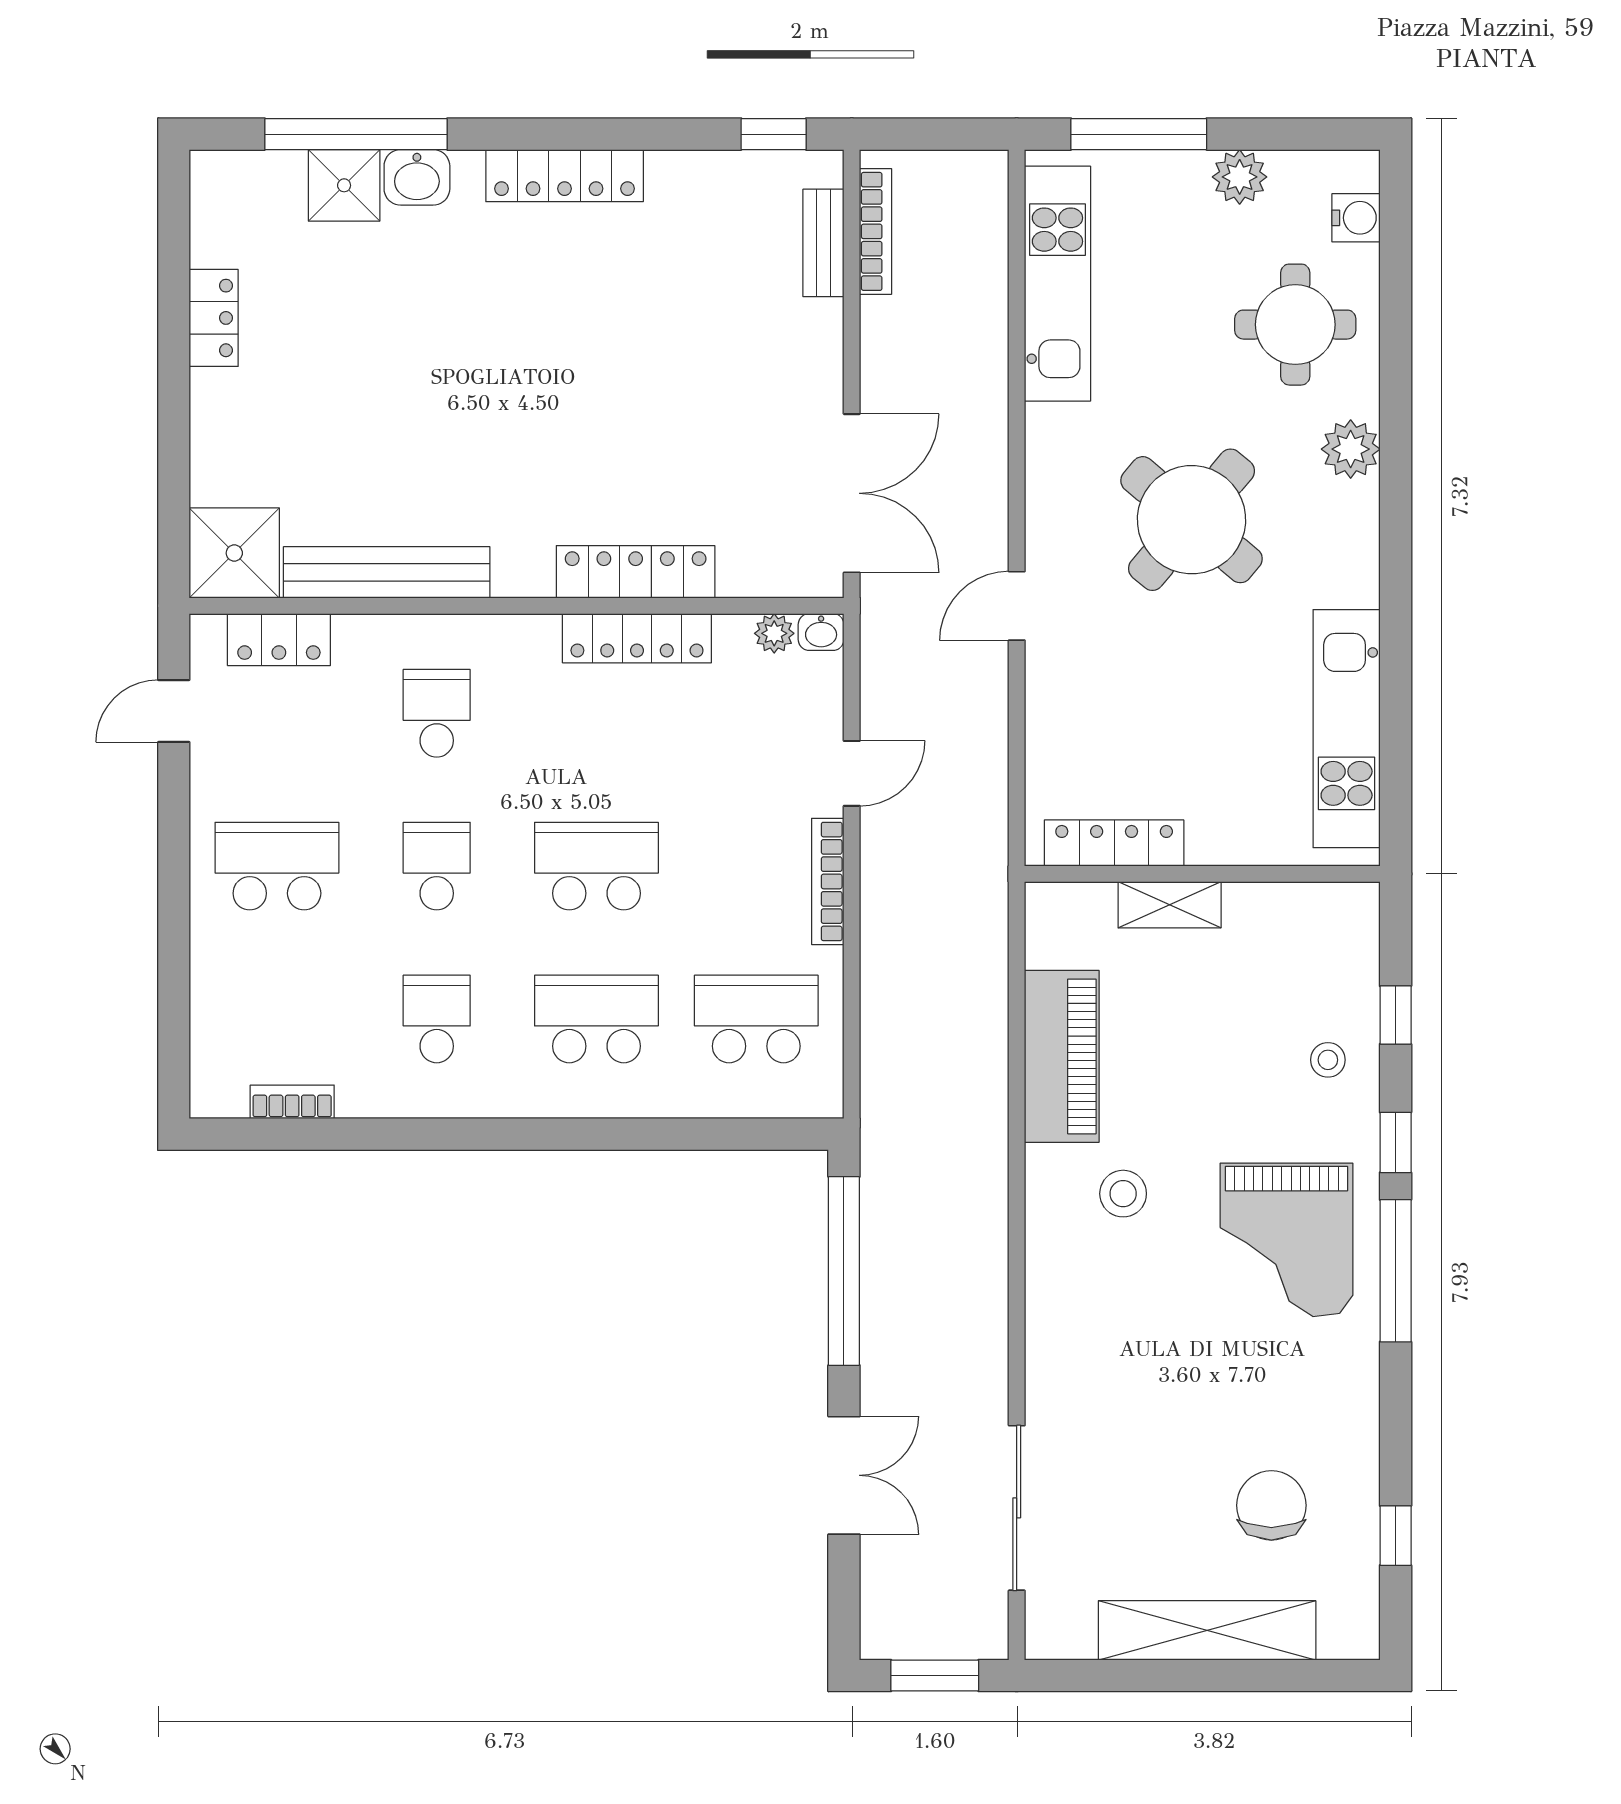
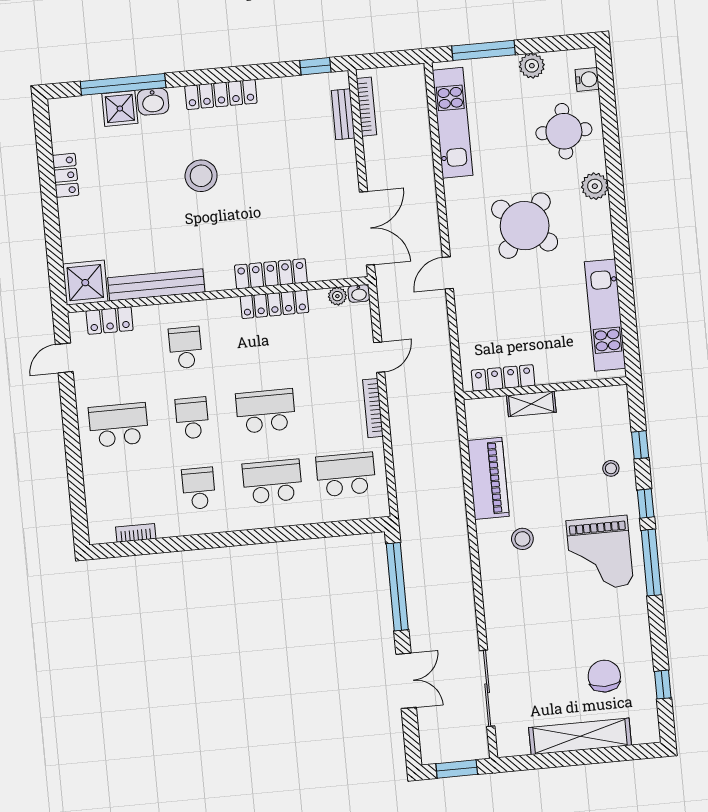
stool: (505, 347) -> (201, 176), added

